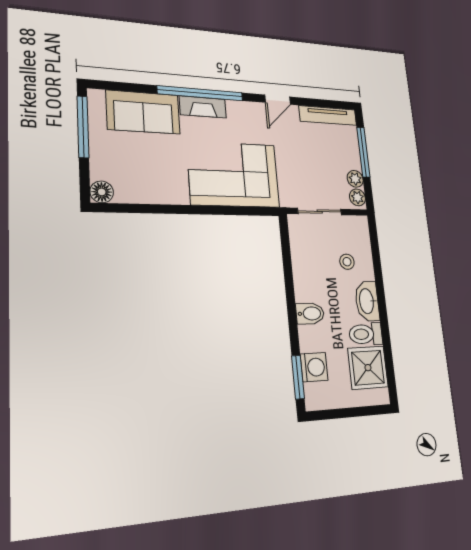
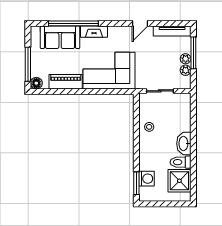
window: (200, 93) -> (73, 23), moved
window: (83, 127) -> (28, 64), moved
piano: (158, 191) -> (66, 82), added
plant: (357, 197) -> (186, 59), moved
stool: (347, 262) -> (149, 127), moved
bidet: (310, 313) -> (147, 149), removed

